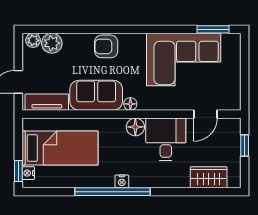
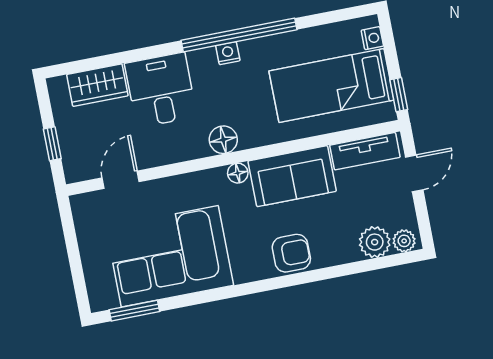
desk: (166, 139) -> (161, 90), moved, turned 180
window: (18, 171) -> (399, 95), moved

